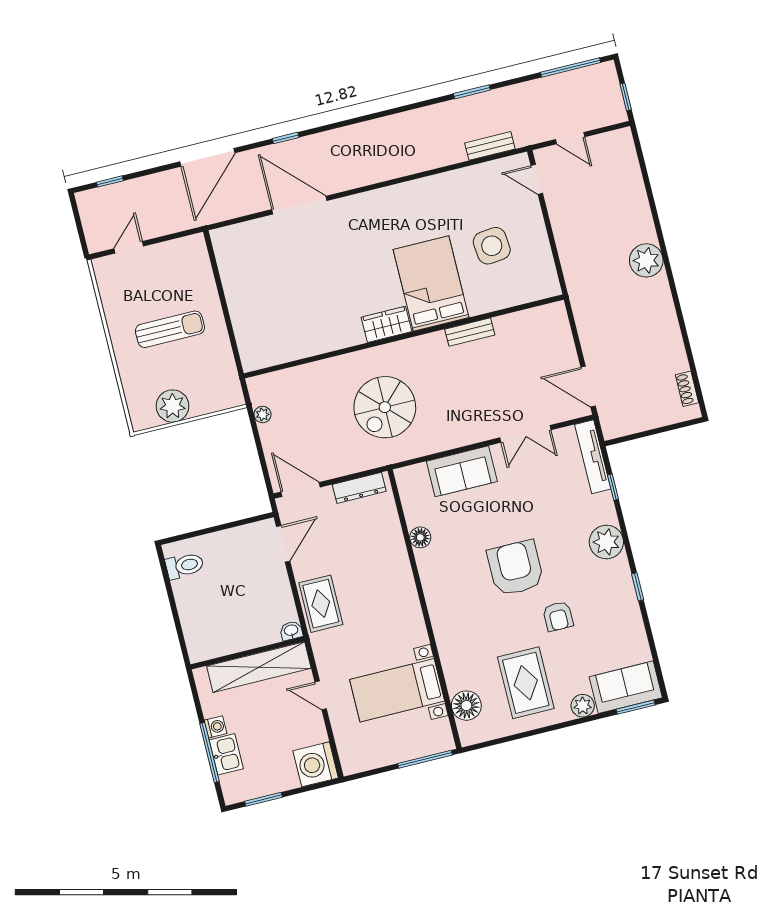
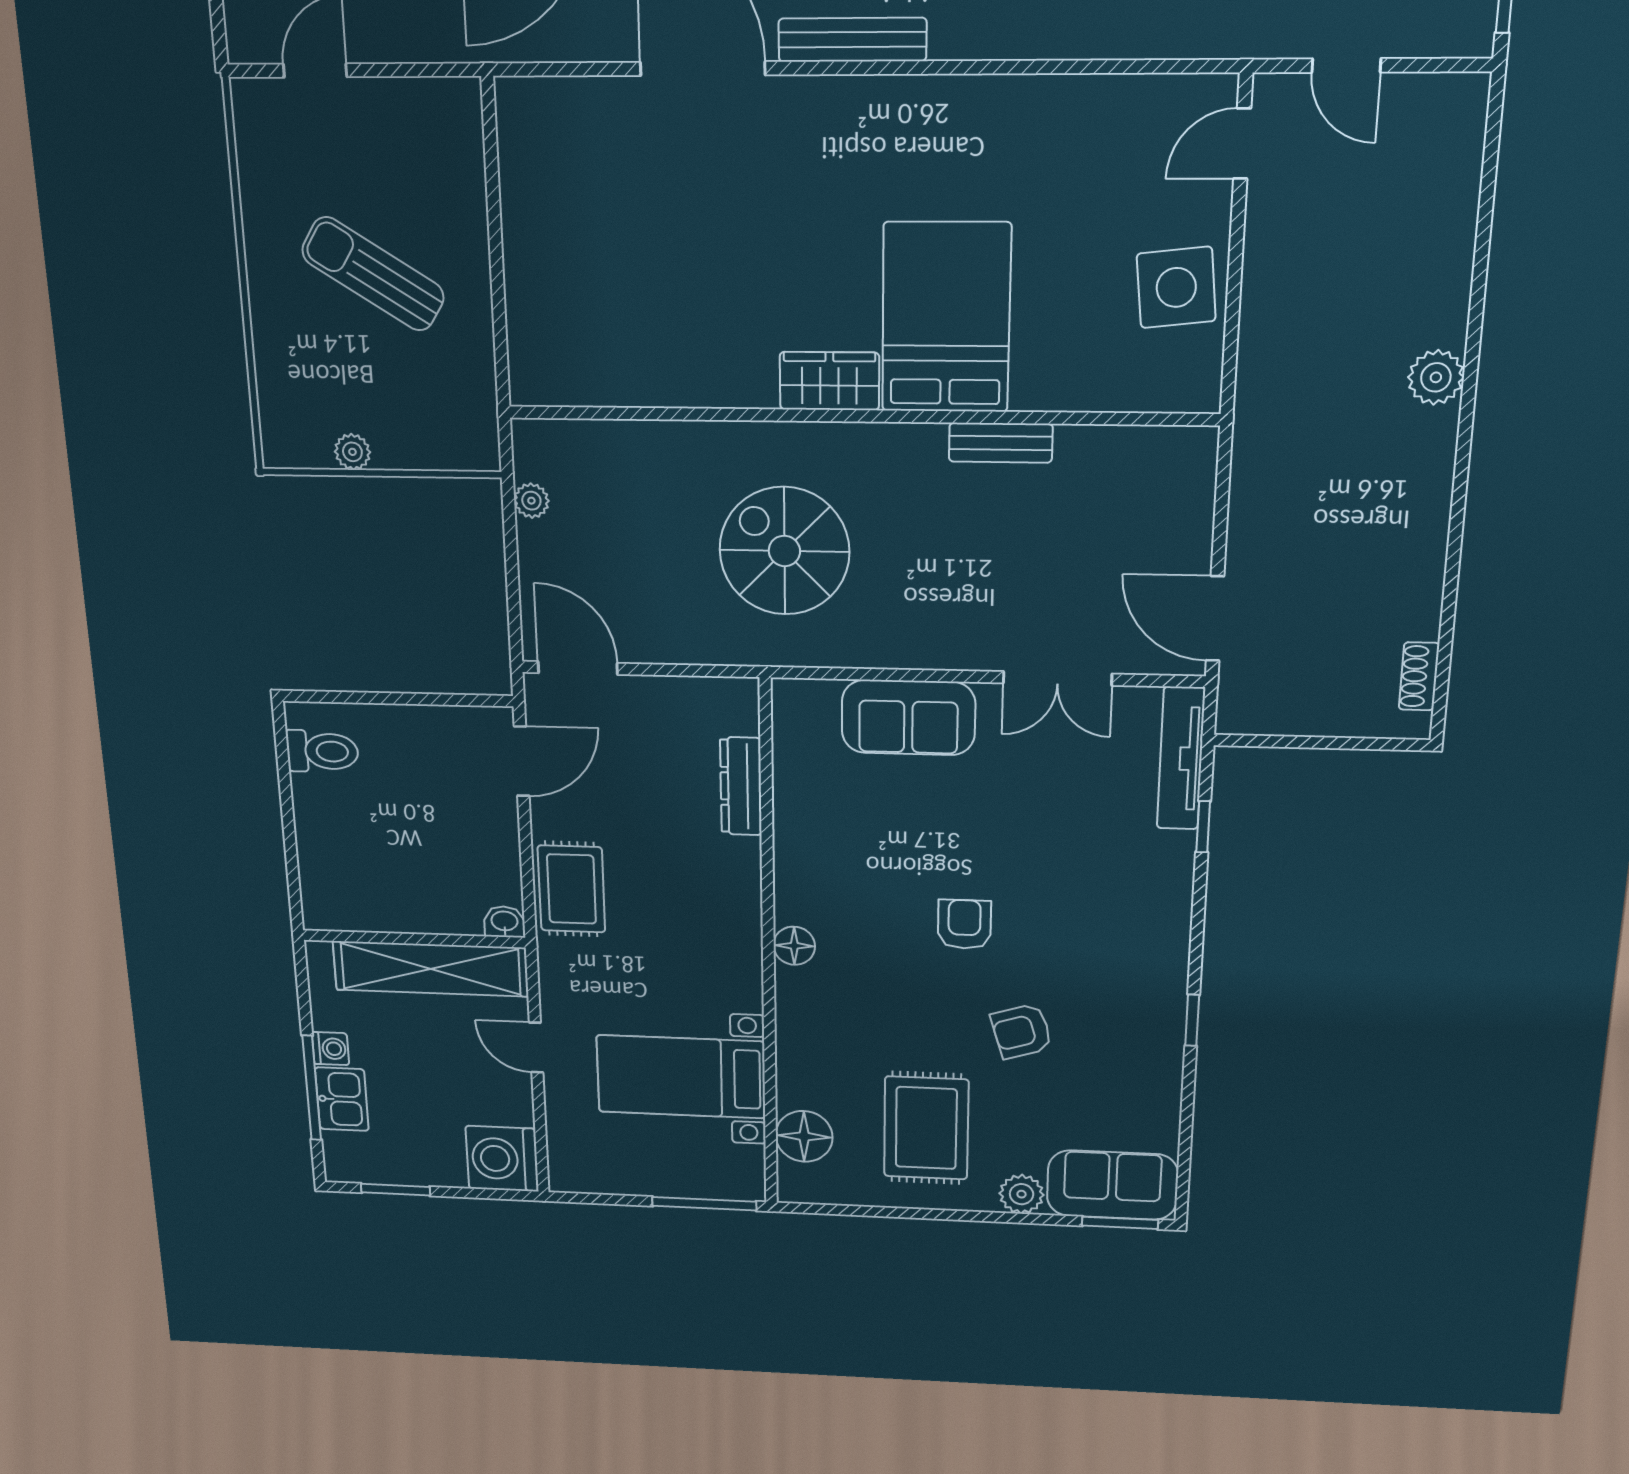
bench: (490, 146) -> (852, 40), moved, width x1.36
door: (537, 179) -> (1242, 144), hinge flipped
side table: (492, 246) -> (1176, 287), moved
plant: (646, 260) -> (1436, 377), width x0.73, depth x0.73
sun lounger: (170, 329) -> (373, 274), turned -148
plant: (173, 406) -> (352, 452), width x0.53, depth x0.53
spiral stairs: (385, 407) -> (784, 551), turned 90
dresser: (359, 488) -> (741, 786), moved, turned 90
floor lamp: (420, 537) -> (794, 946), moved
plant: (606, 542) -> (1157, 924), removed
armchair: (515, 568) -> (964, 924), width x0.53, depth x0.53
armchair: (558, 616) -> (1021, 1031), turned 73

